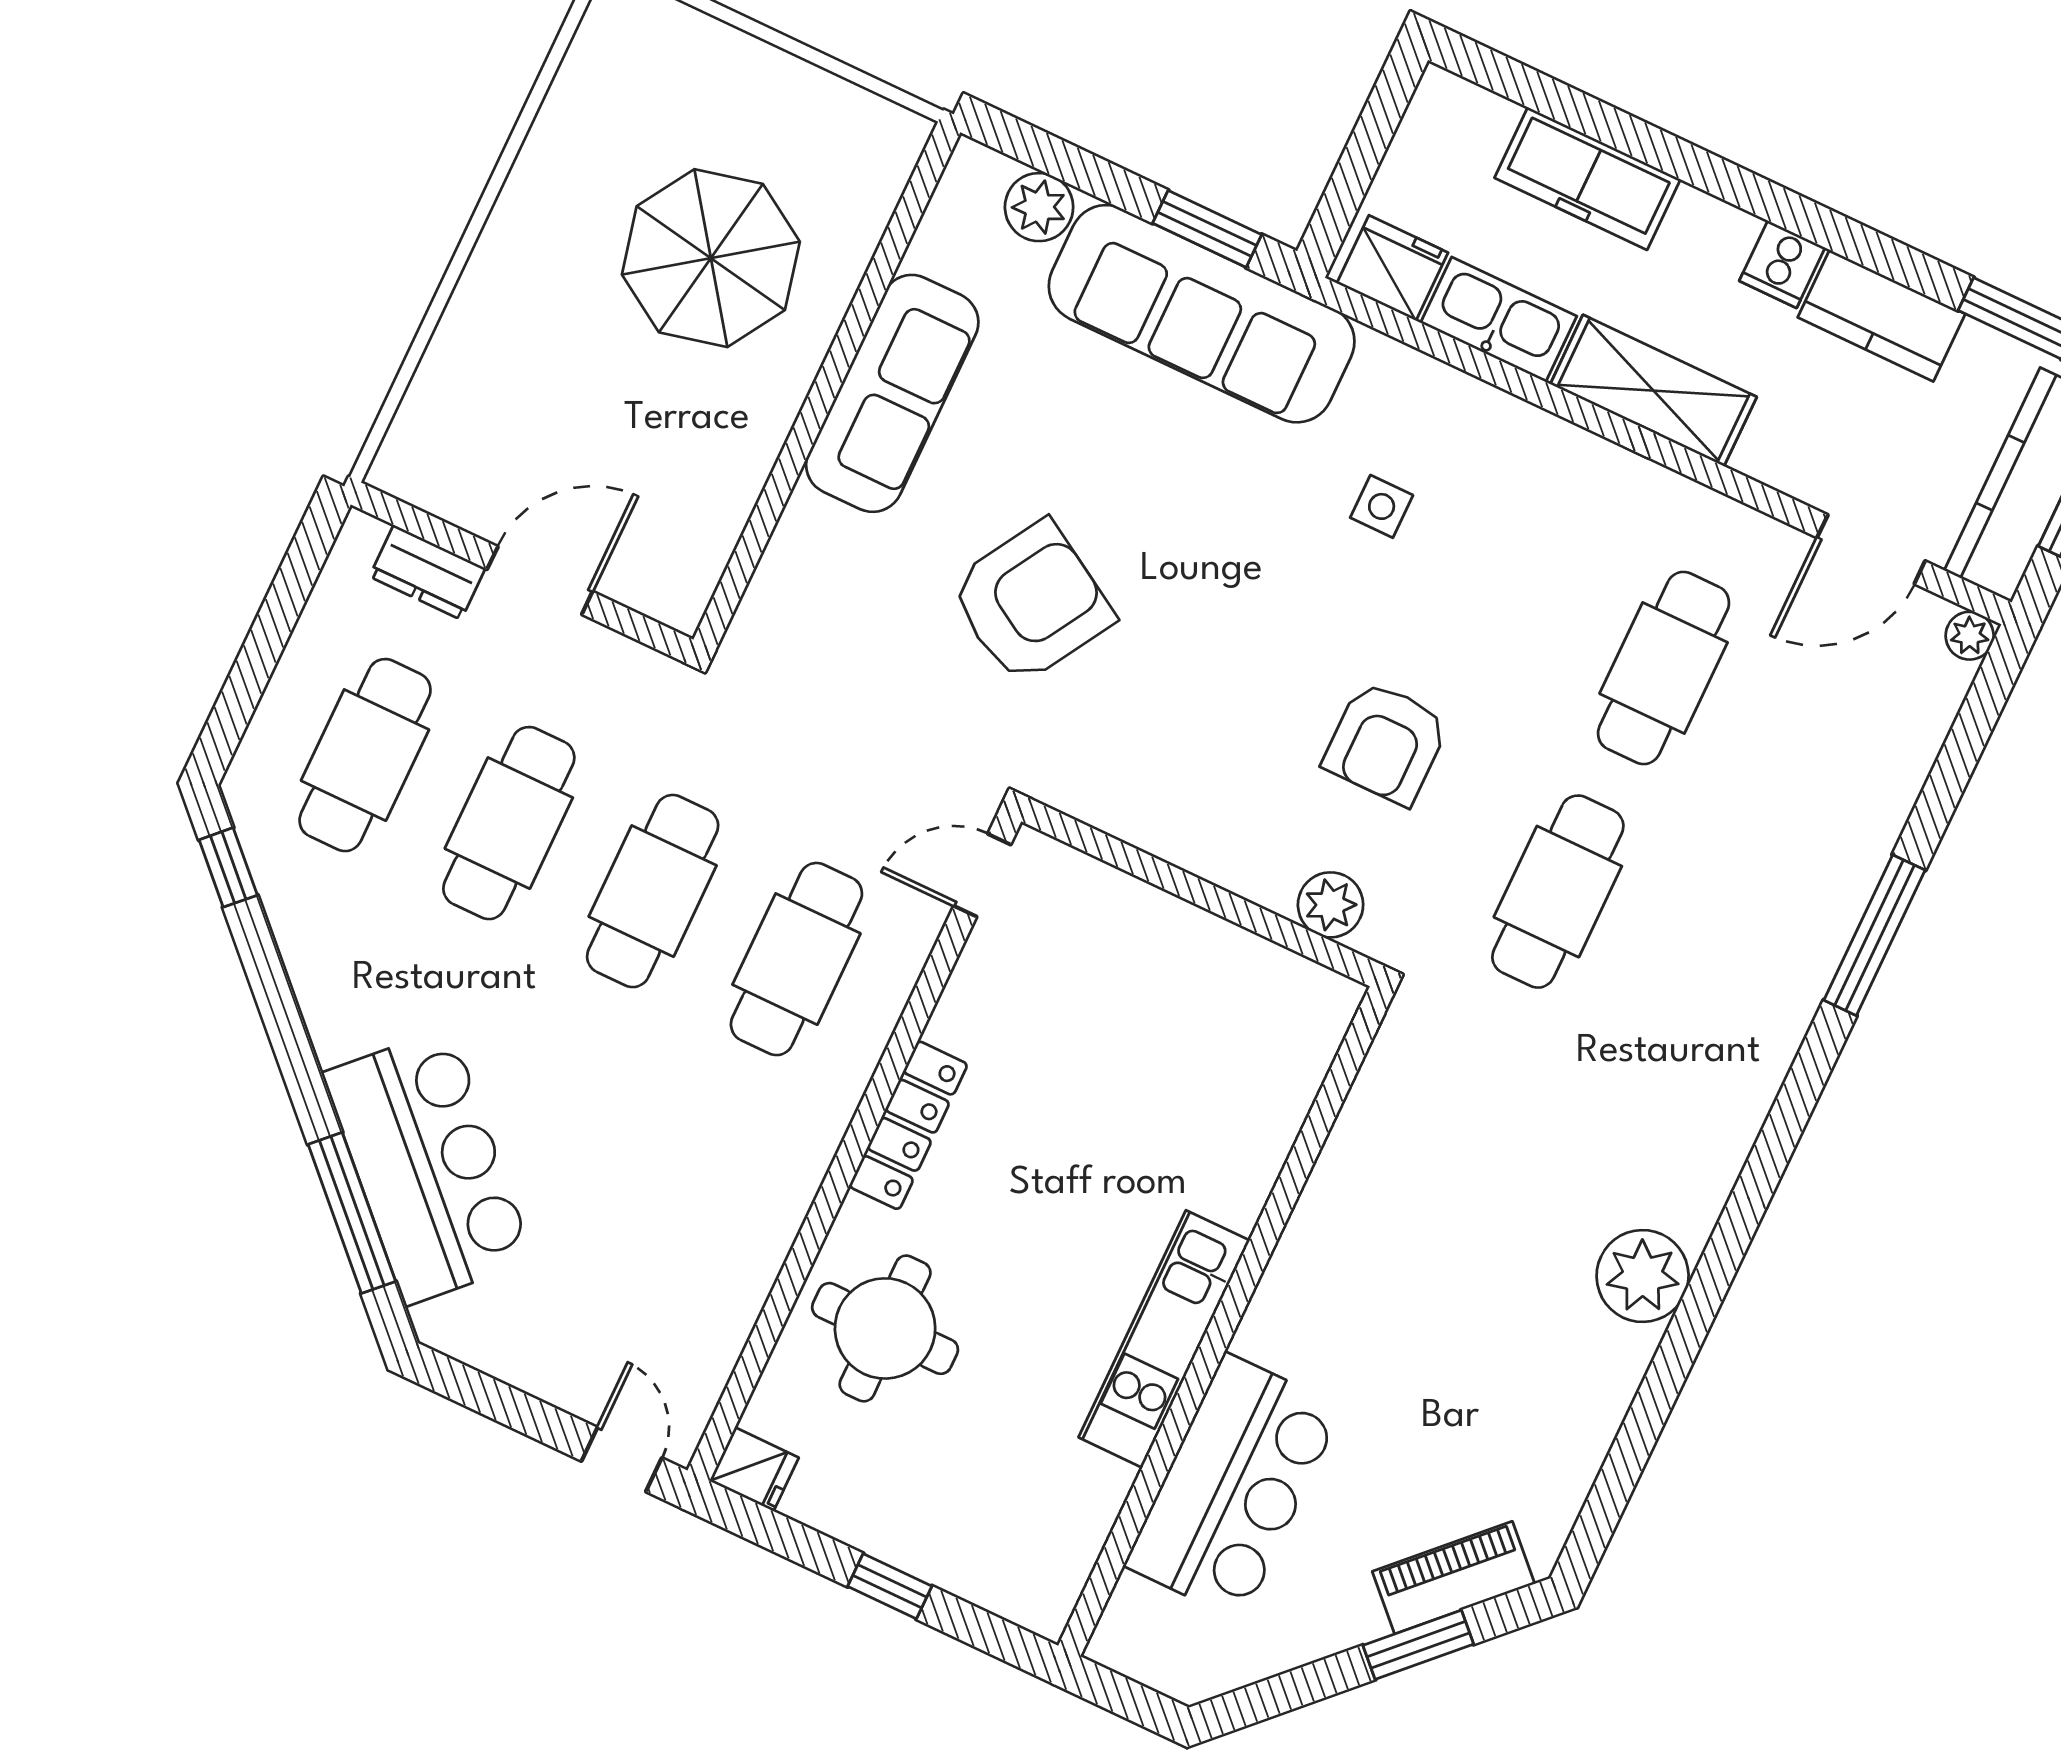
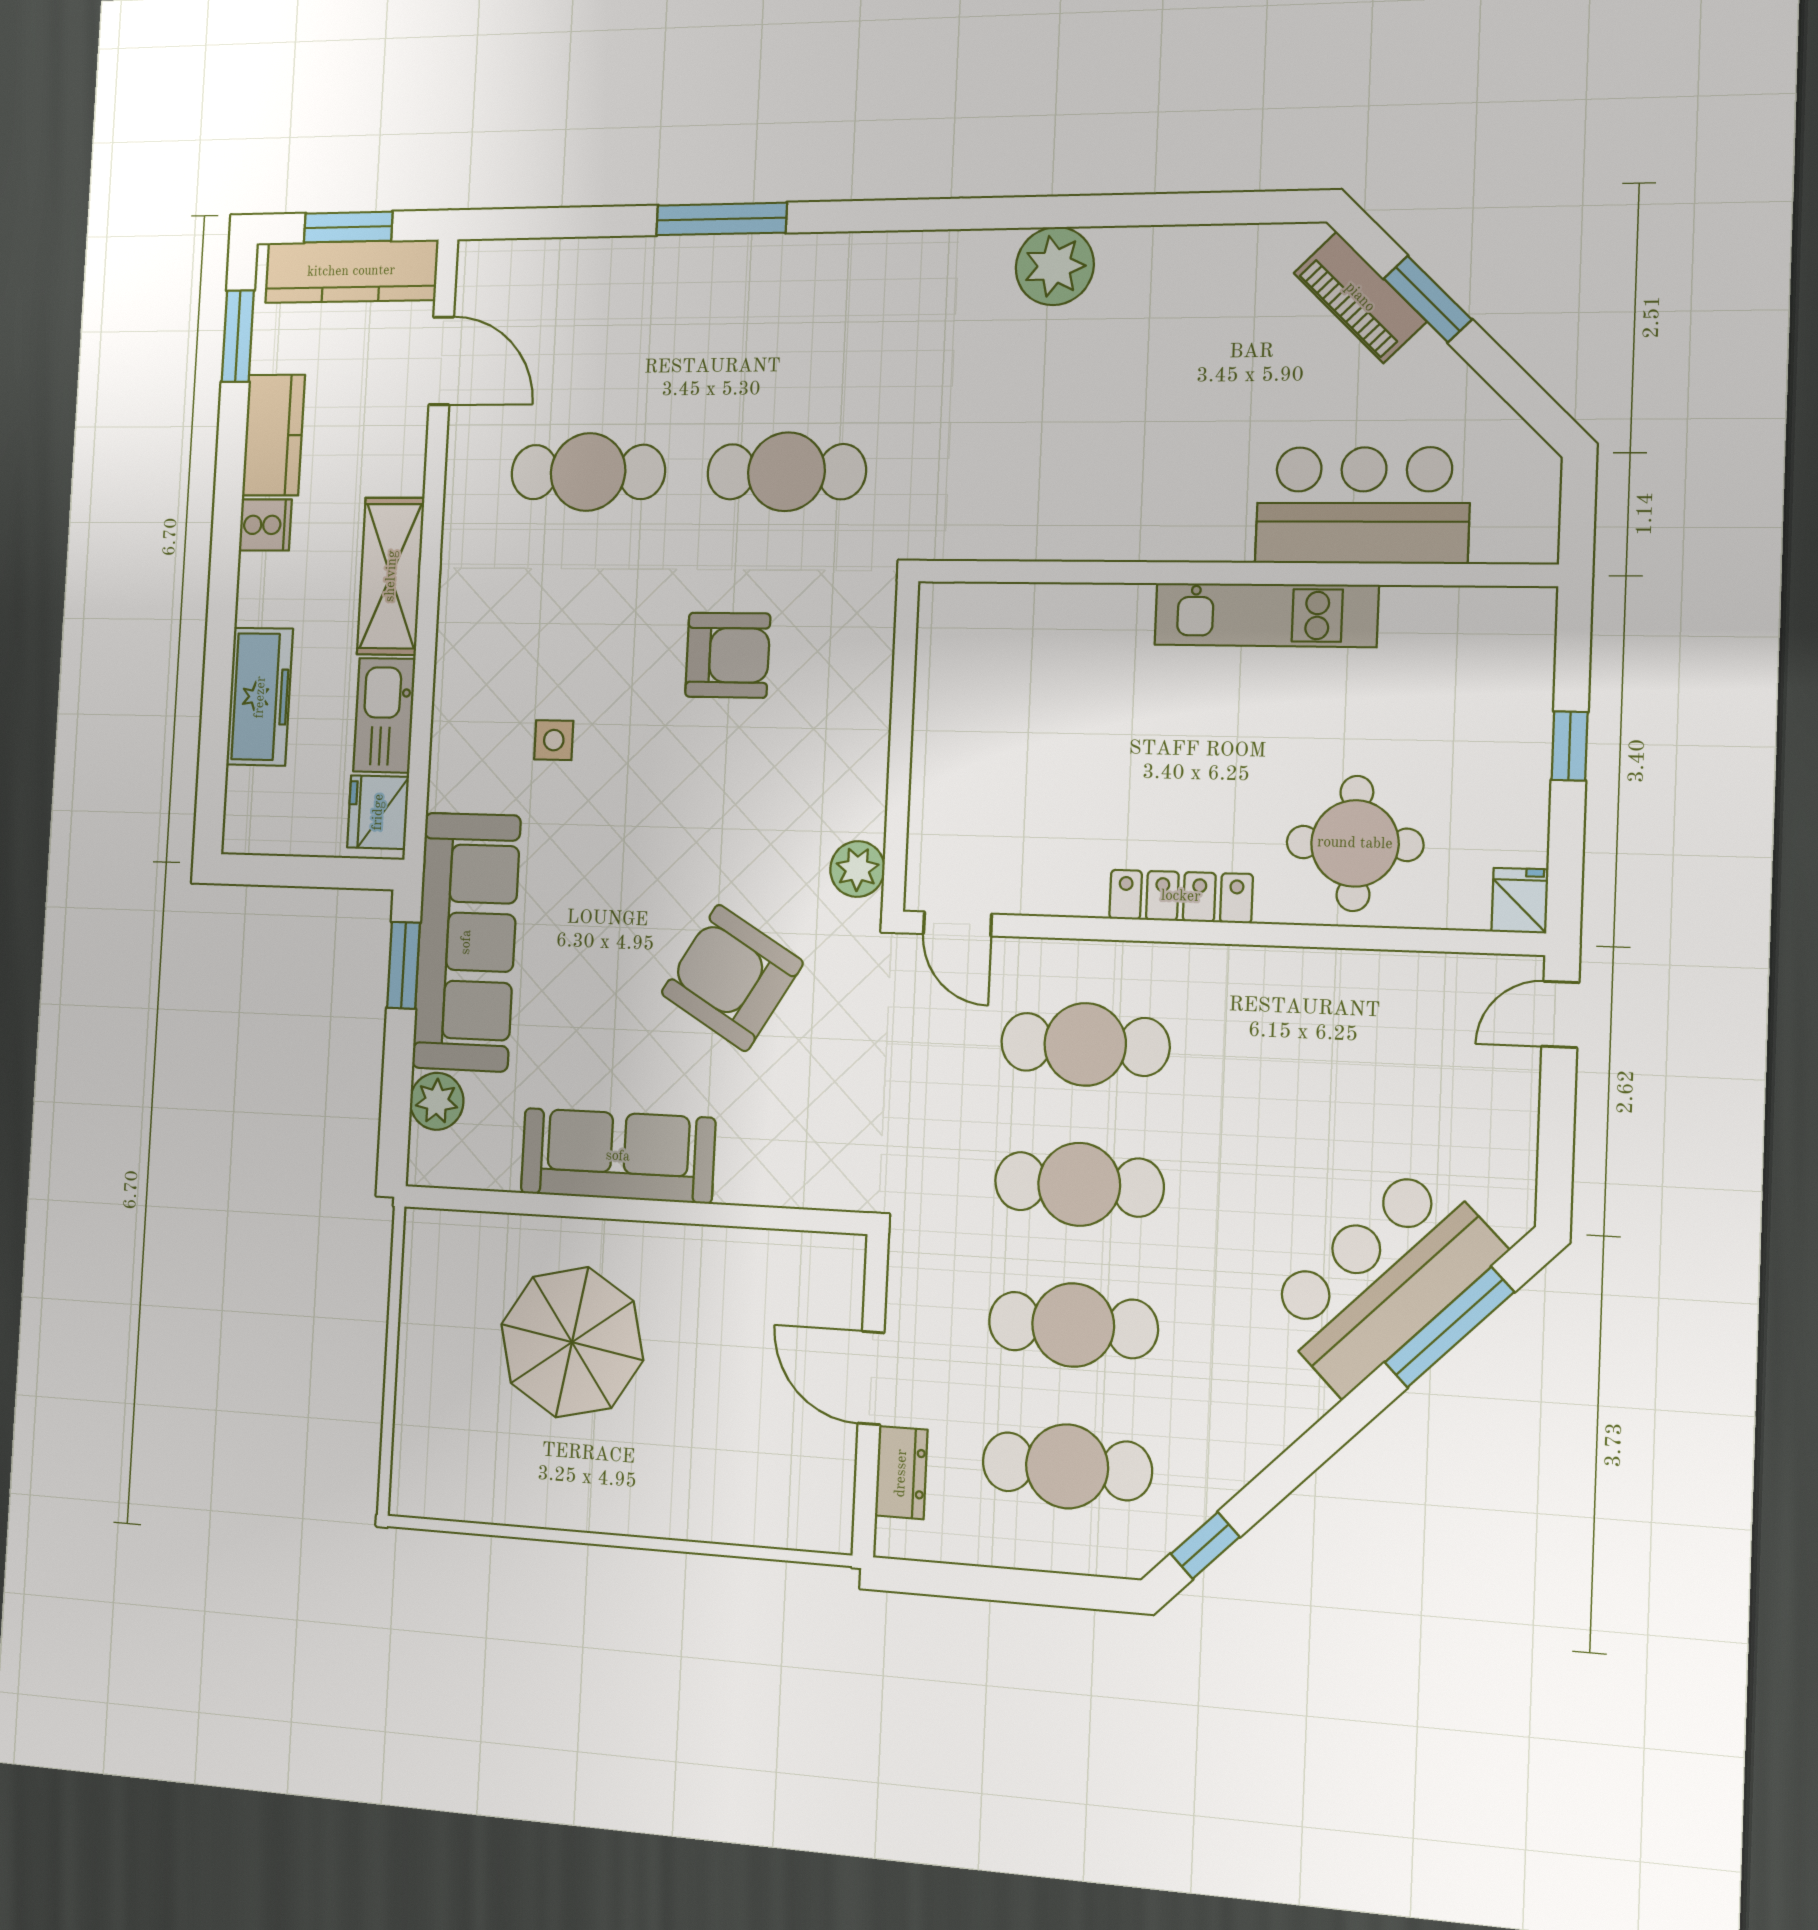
plant: (1970, 636) -> (475, 258), removed
plant: (1331, 905) -> (857, 869), moved

